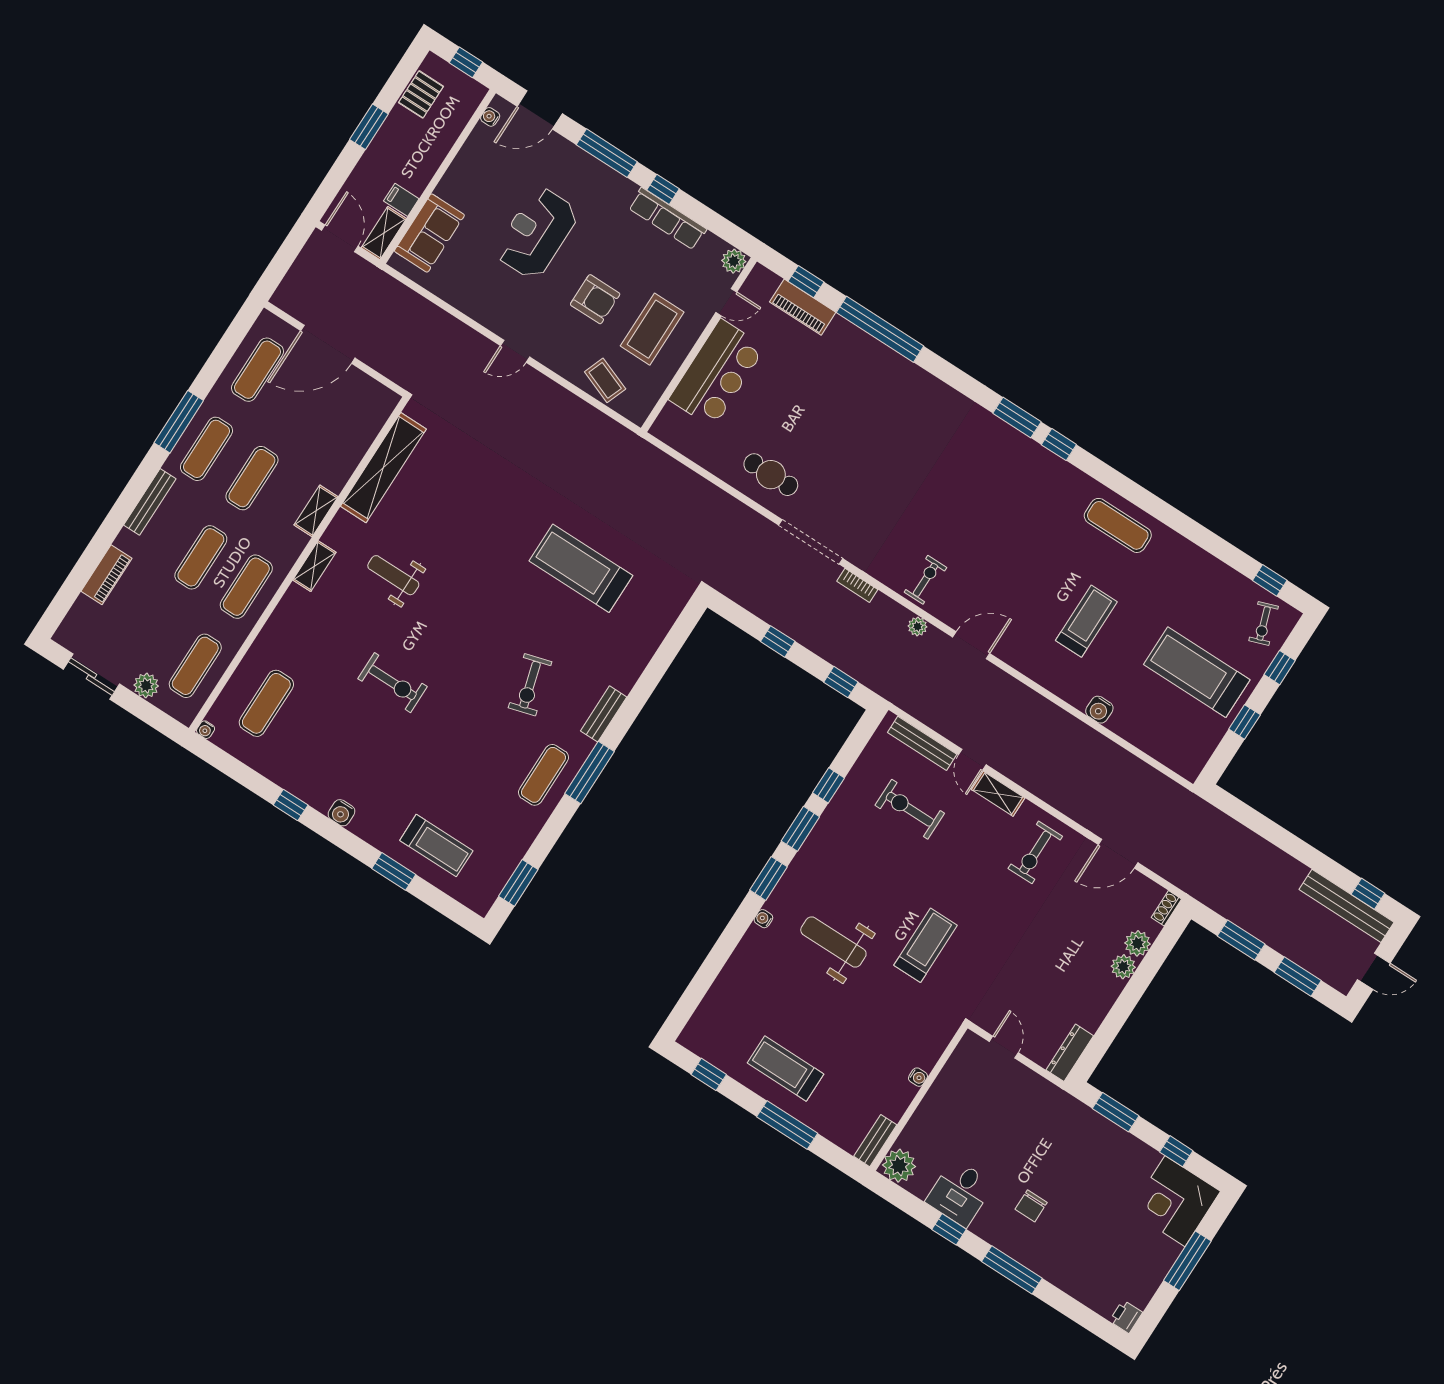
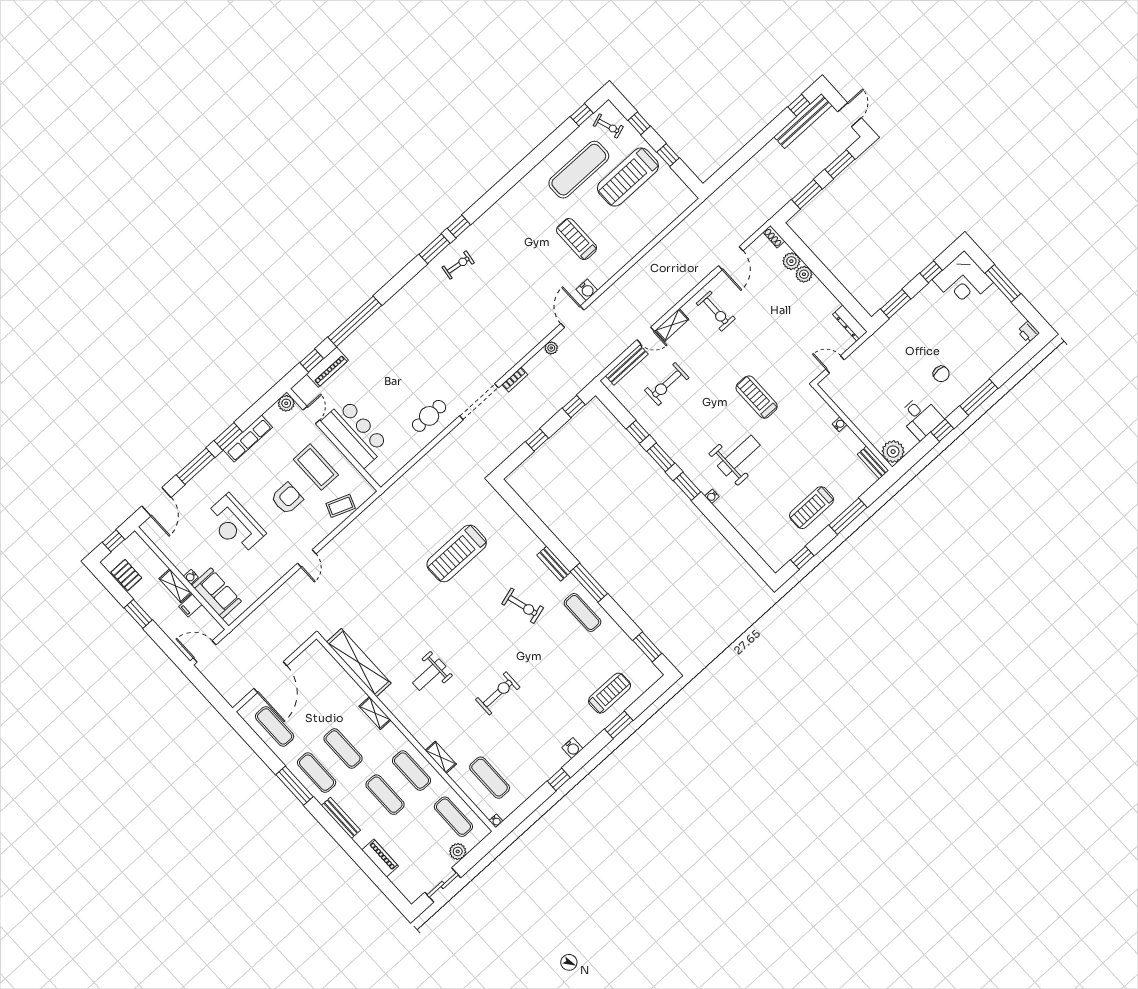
water cooler: (490, 117) -> (191, 577), moved
window: (663, 189) -> (228, 436), width x1.50
shelving: (384, 233) -> (175, 586), moved
exercise mat: (1118, 525) -> (579, 170), moved, width x1.36, depth x1.45
shelving: (314, 566) -> (441, 757), moved
exercise bike: (925, 580) -> (458, 265), moved, turned 98
water cooler: (1099, 710) -> (587, 290), moved
weight bench: (833, 942) -> (739, 455), turned 180

